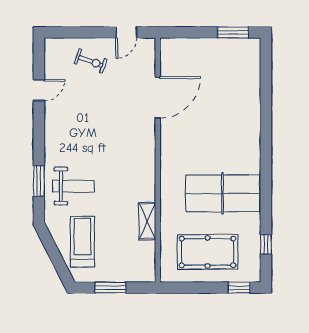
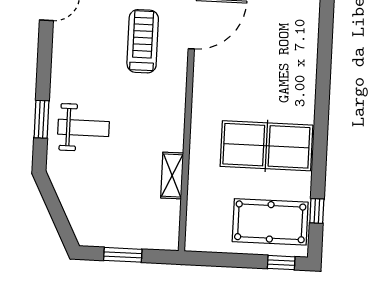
treadmill: (82, 242) -> (143, 41), moved
pool table: (208, 252) -> (270, 222), moved

